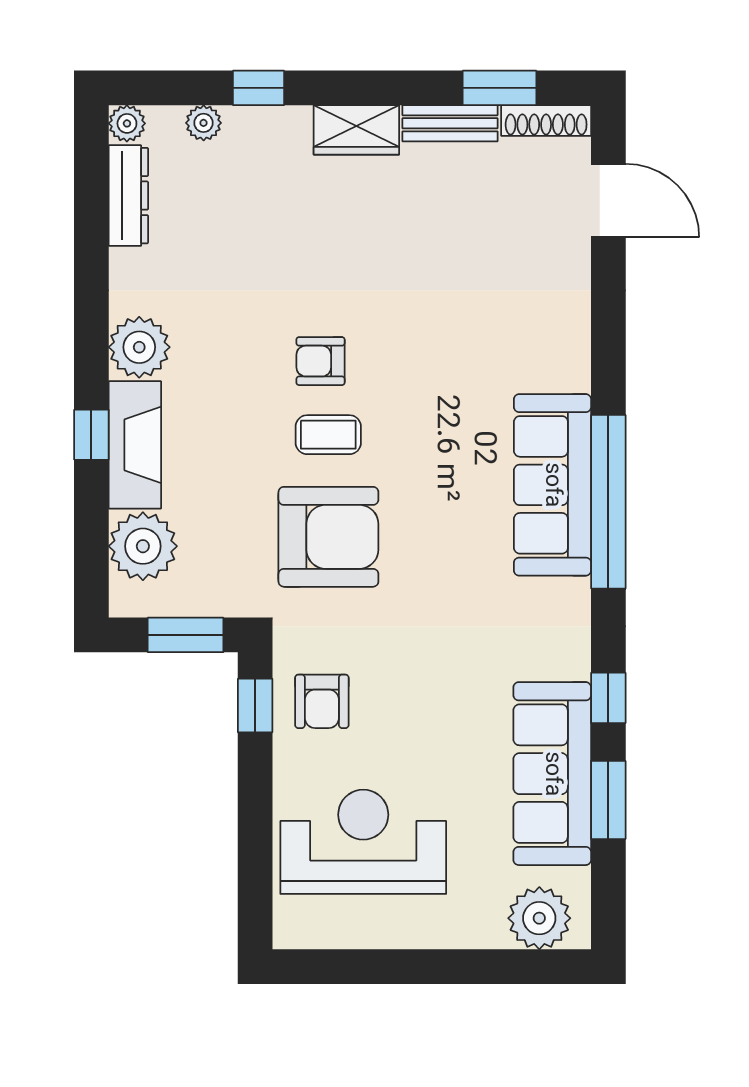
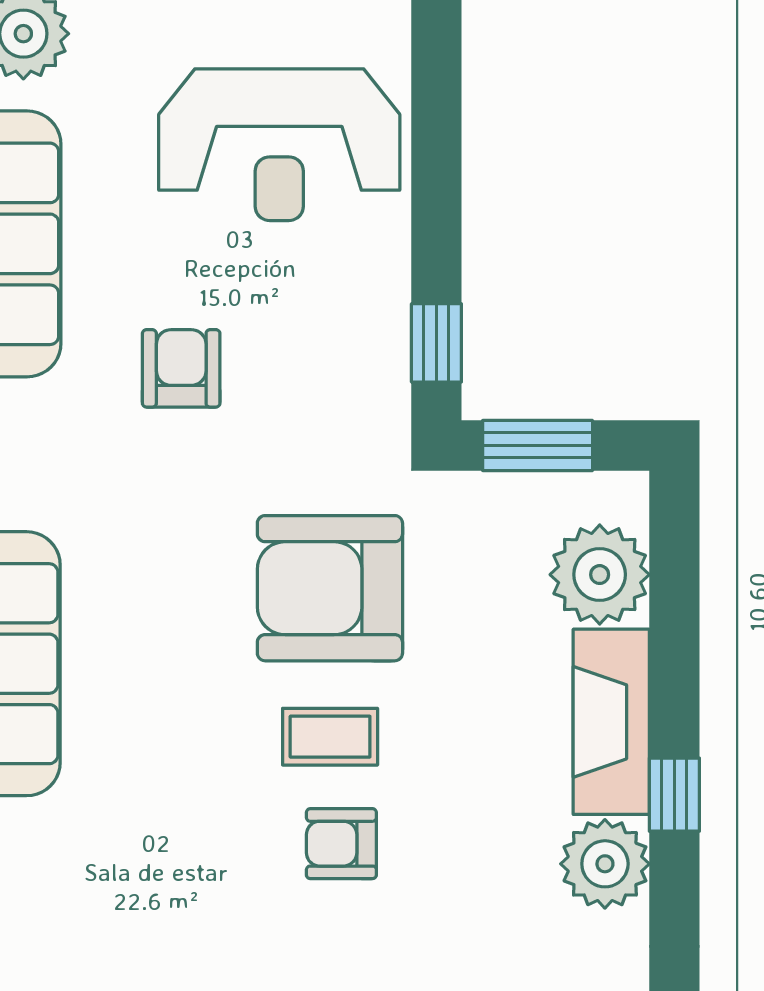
armchair: (321, 361) -> (341, 844), turned 180
window: (91, 435) -> (674, 795), moved
armchair: (322, 701) -> (181, 368), moved

